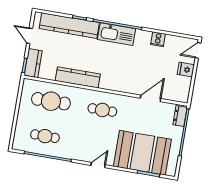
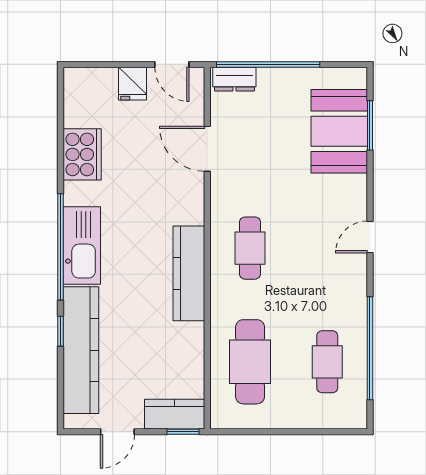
cooker: (158, 39) -> (82, 154), width x1.87, depth x1.31
door: (198, 50) -> (172, 64), moved
kitchen counter: (78, 77) -> (189, 273), moved
booth: (142, 153) -> (339, 131), width x0.73, depth x0.70
door: (98, 165) -> (370, 237), hinge flipped

